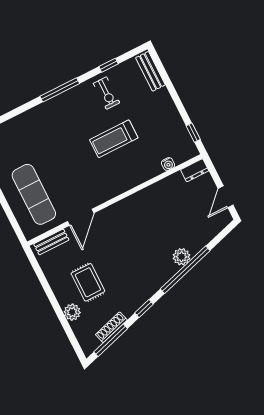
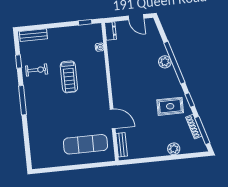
rug: (88, 282) -> (170, 106), moved

